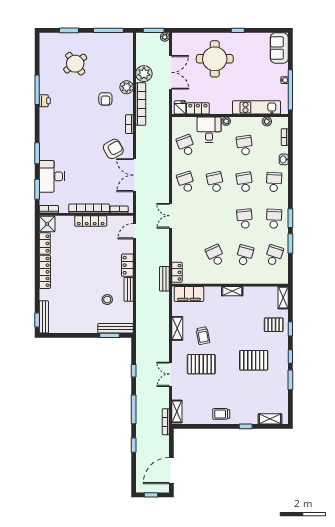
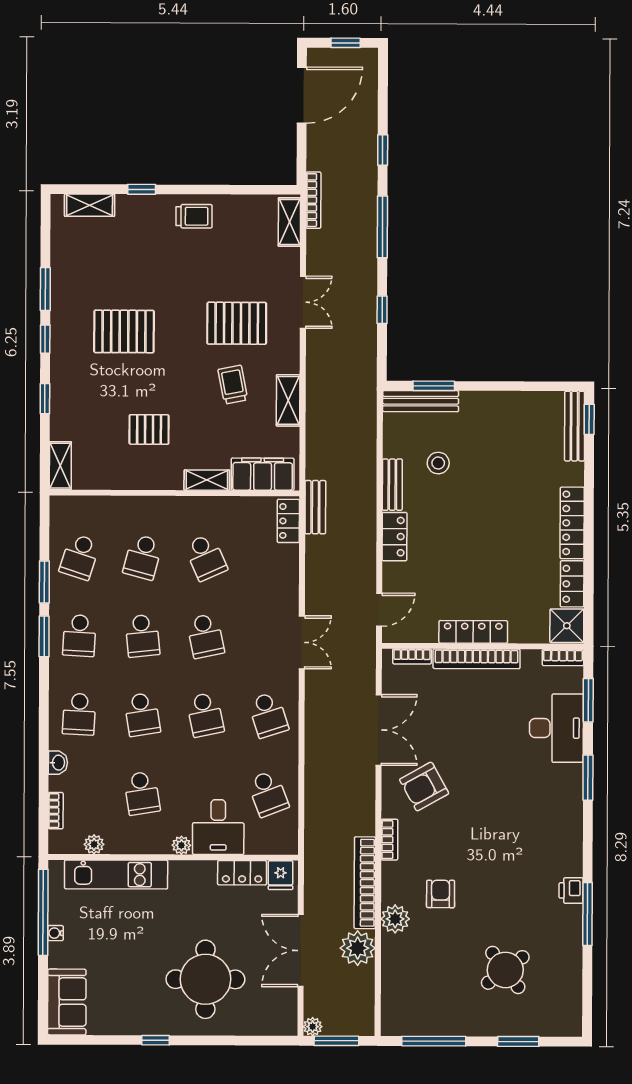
school desk: (215, 219) -> (205, 636), added
shelving: (232, 291) -> (207, 480), moved
pallet: (274, 325) -> (149, 429), moved

